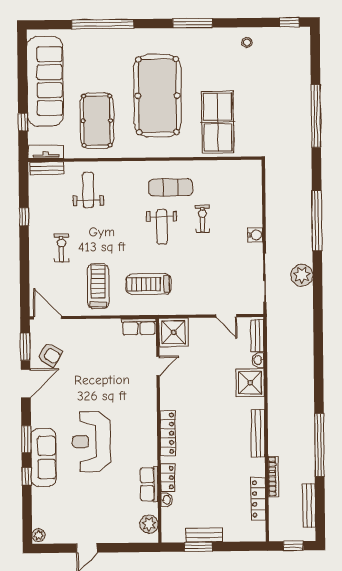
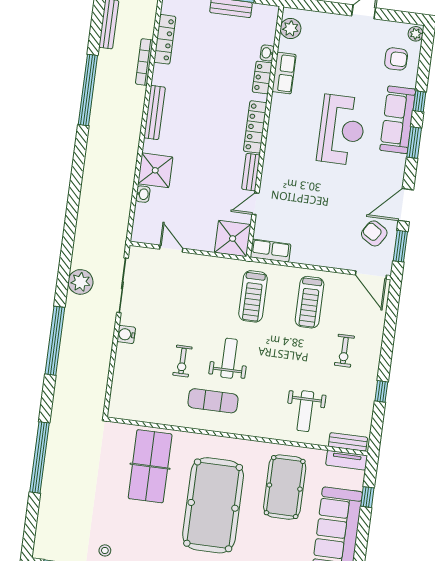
treadmill: (148, 284) -> (253, 296), turned 90
bench: (257, 336) -> (251, 172), moved
armchair: (53, 511) -> (396, 59), added

